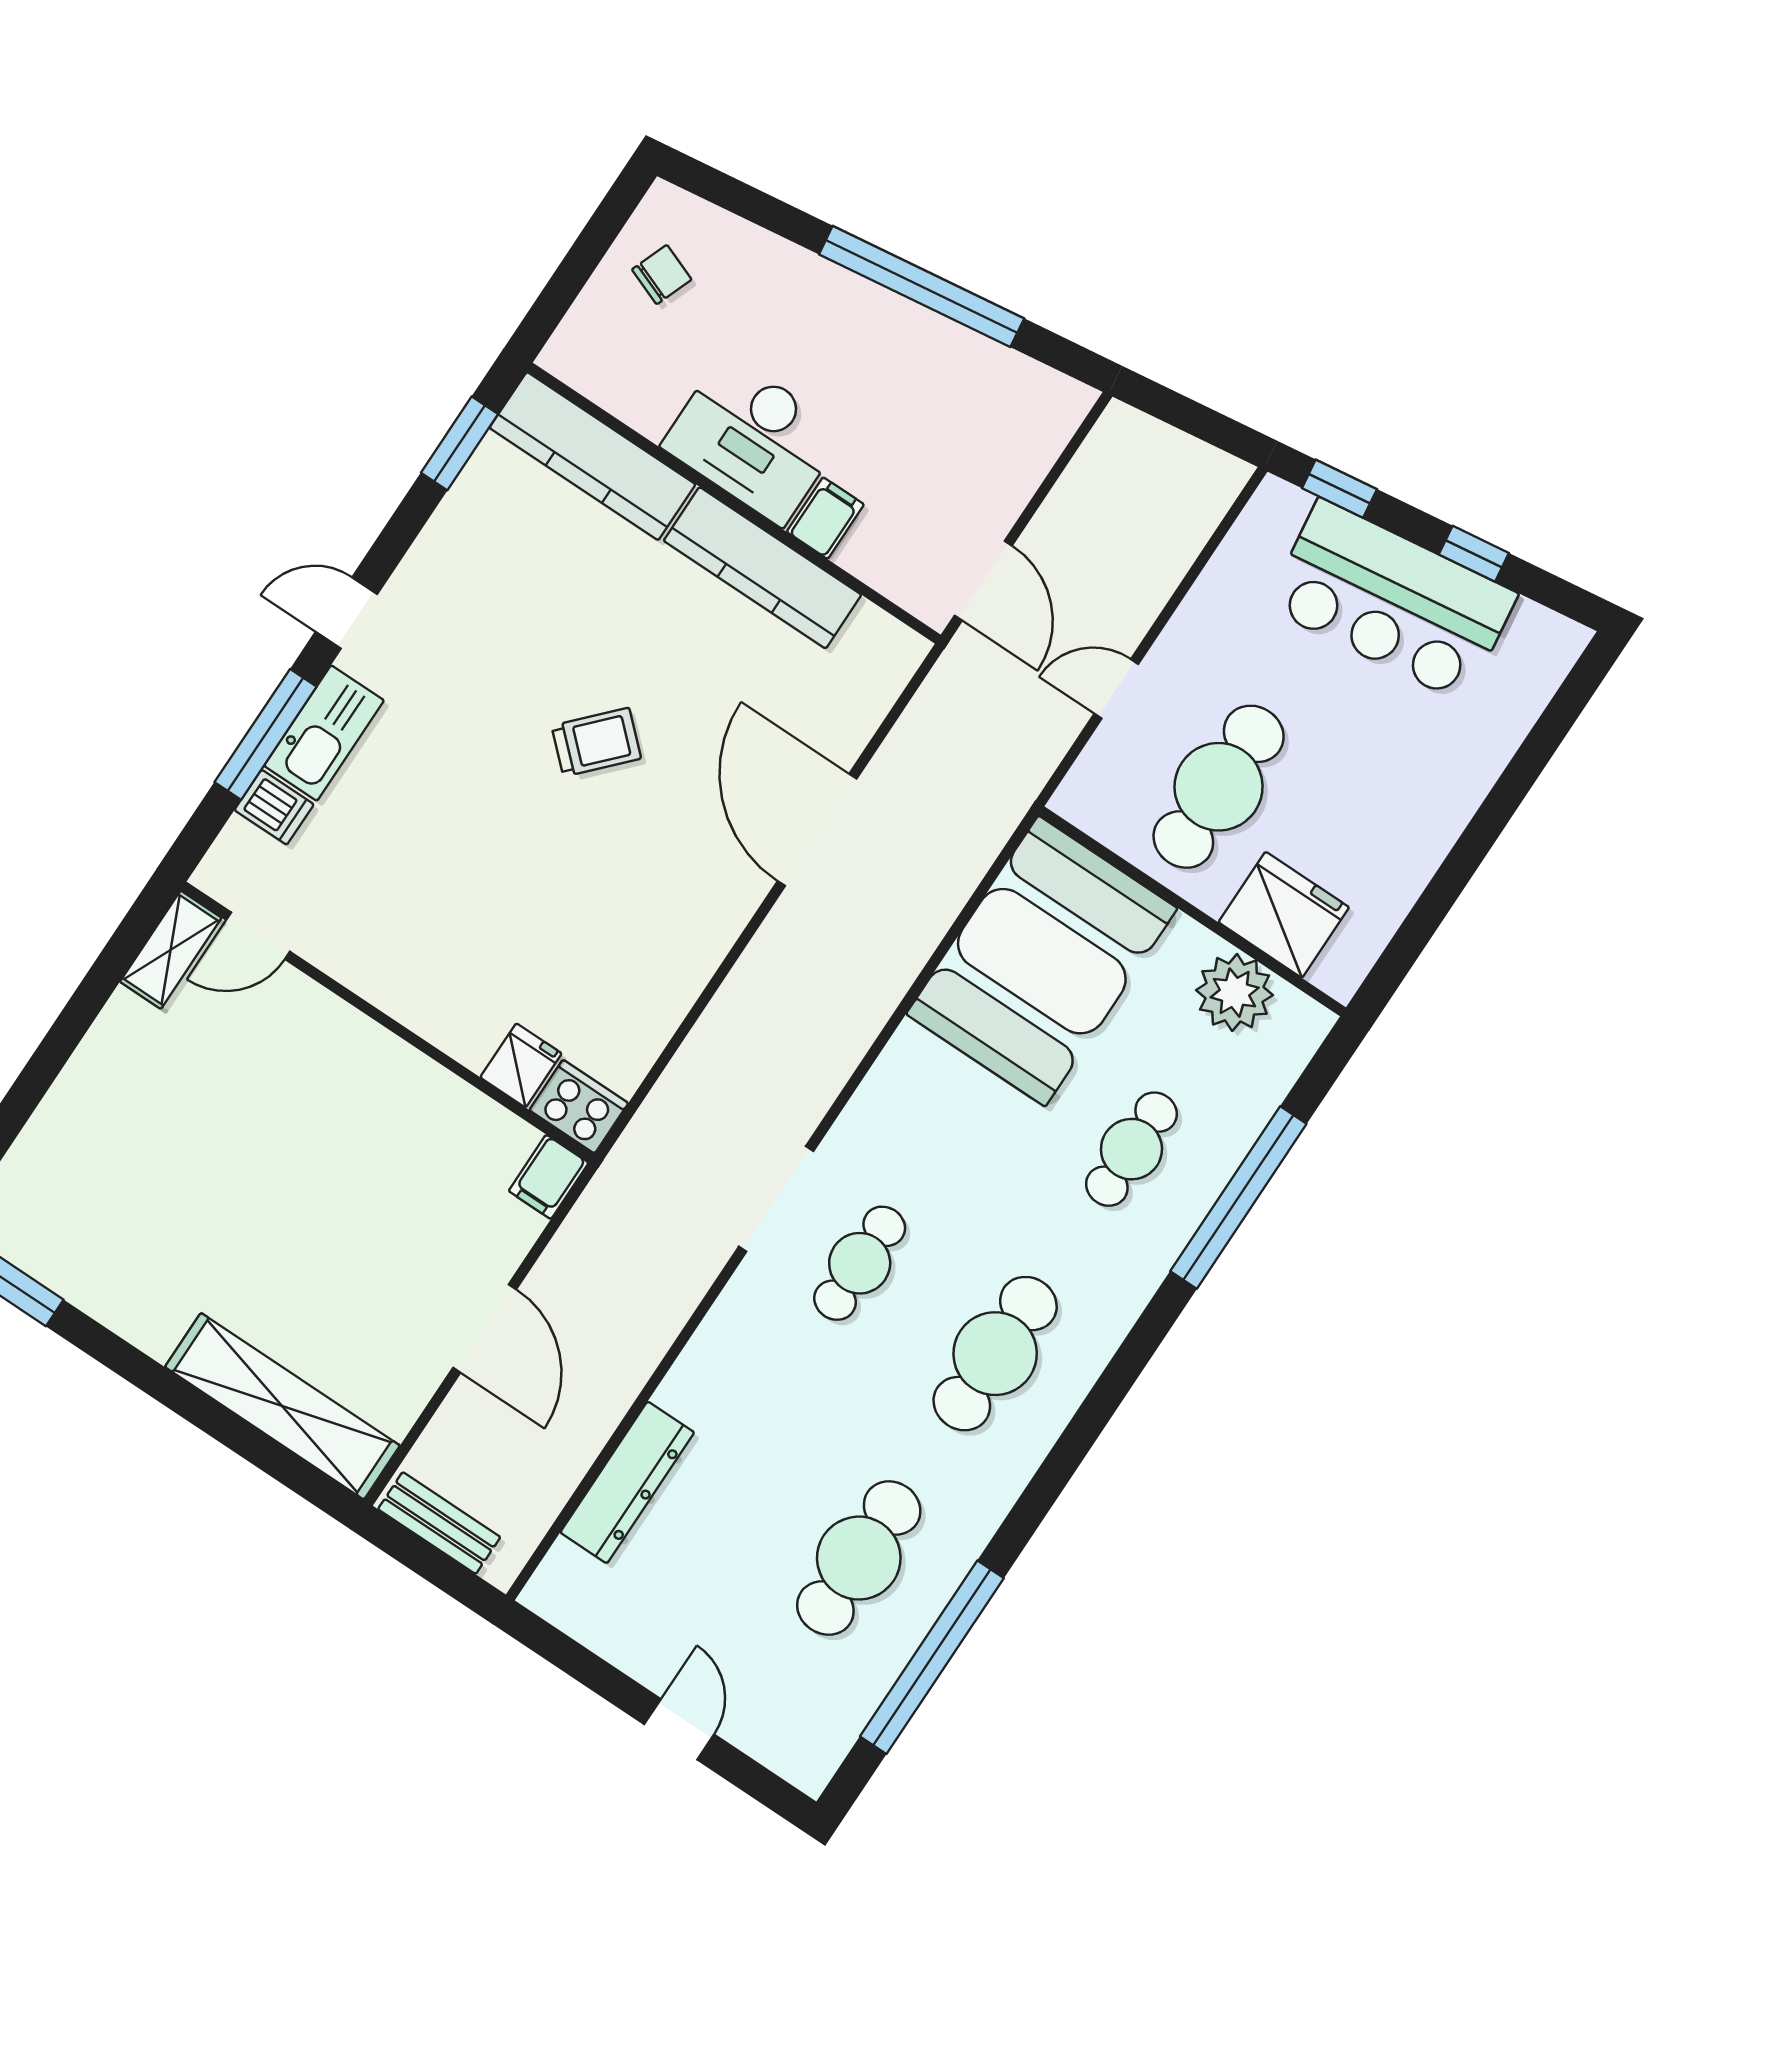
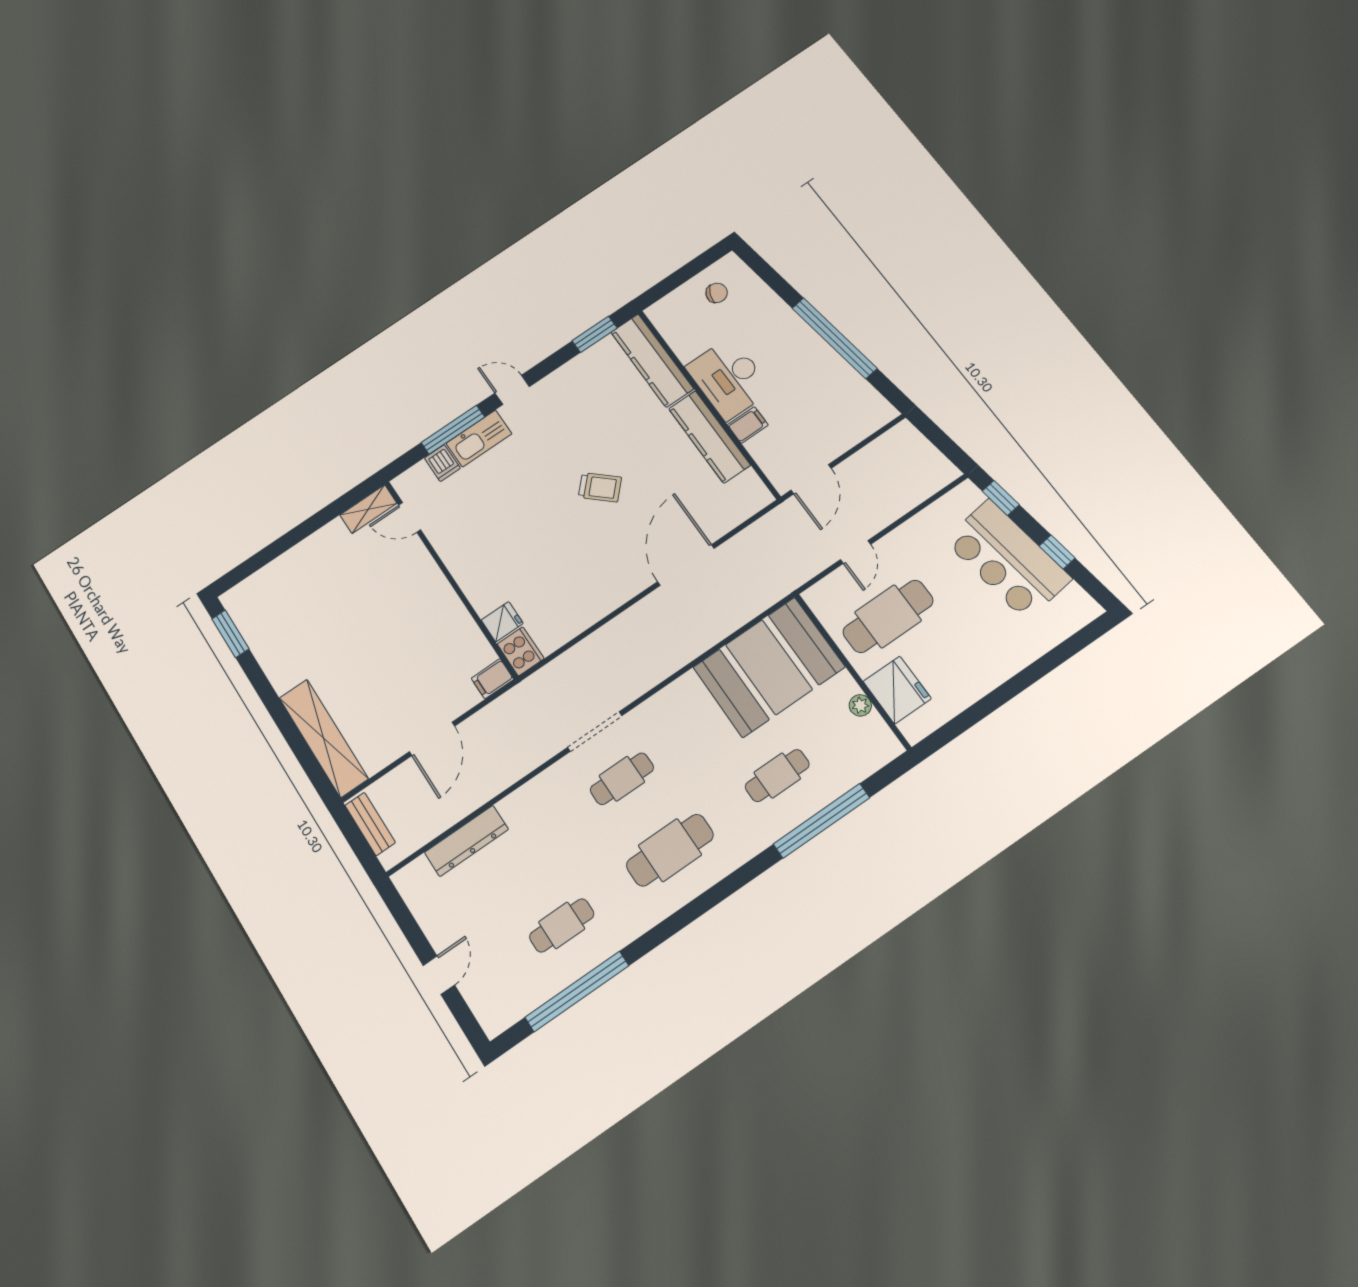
door: (1116, 689) -> (855, 552), swing flipped
plant: (1235, 993) -> (860, 705), width x0.53, depth x0.53
cafe table: (859, 1558) -> (562, 925), width x0.73, depth x0.74

